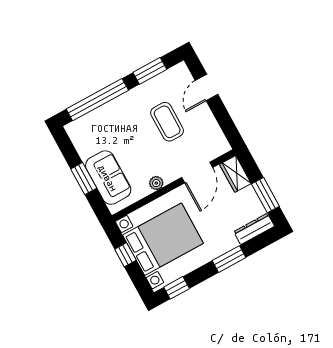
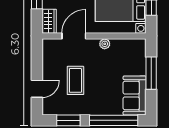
sofa: (108, 178) -> (135, 96), moved
window: (84, 179) -> (151, 73), width x1.44

